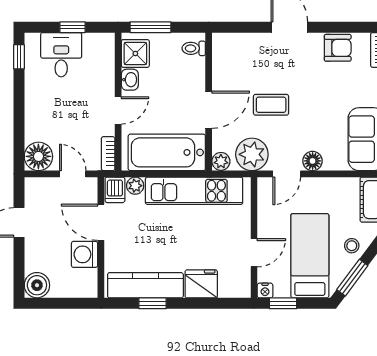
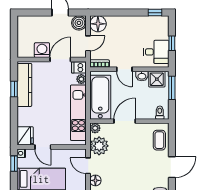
desk: (61, 55) -> (156, 52), moved
coffee table: (271, 105) -> (159, 140), moved
door: (209, 110) -> (125, 121), swing flipped
fridge: (201, 284) -> (25, 136), moved
boiler: (37, 285) -> (79, 23), moved

